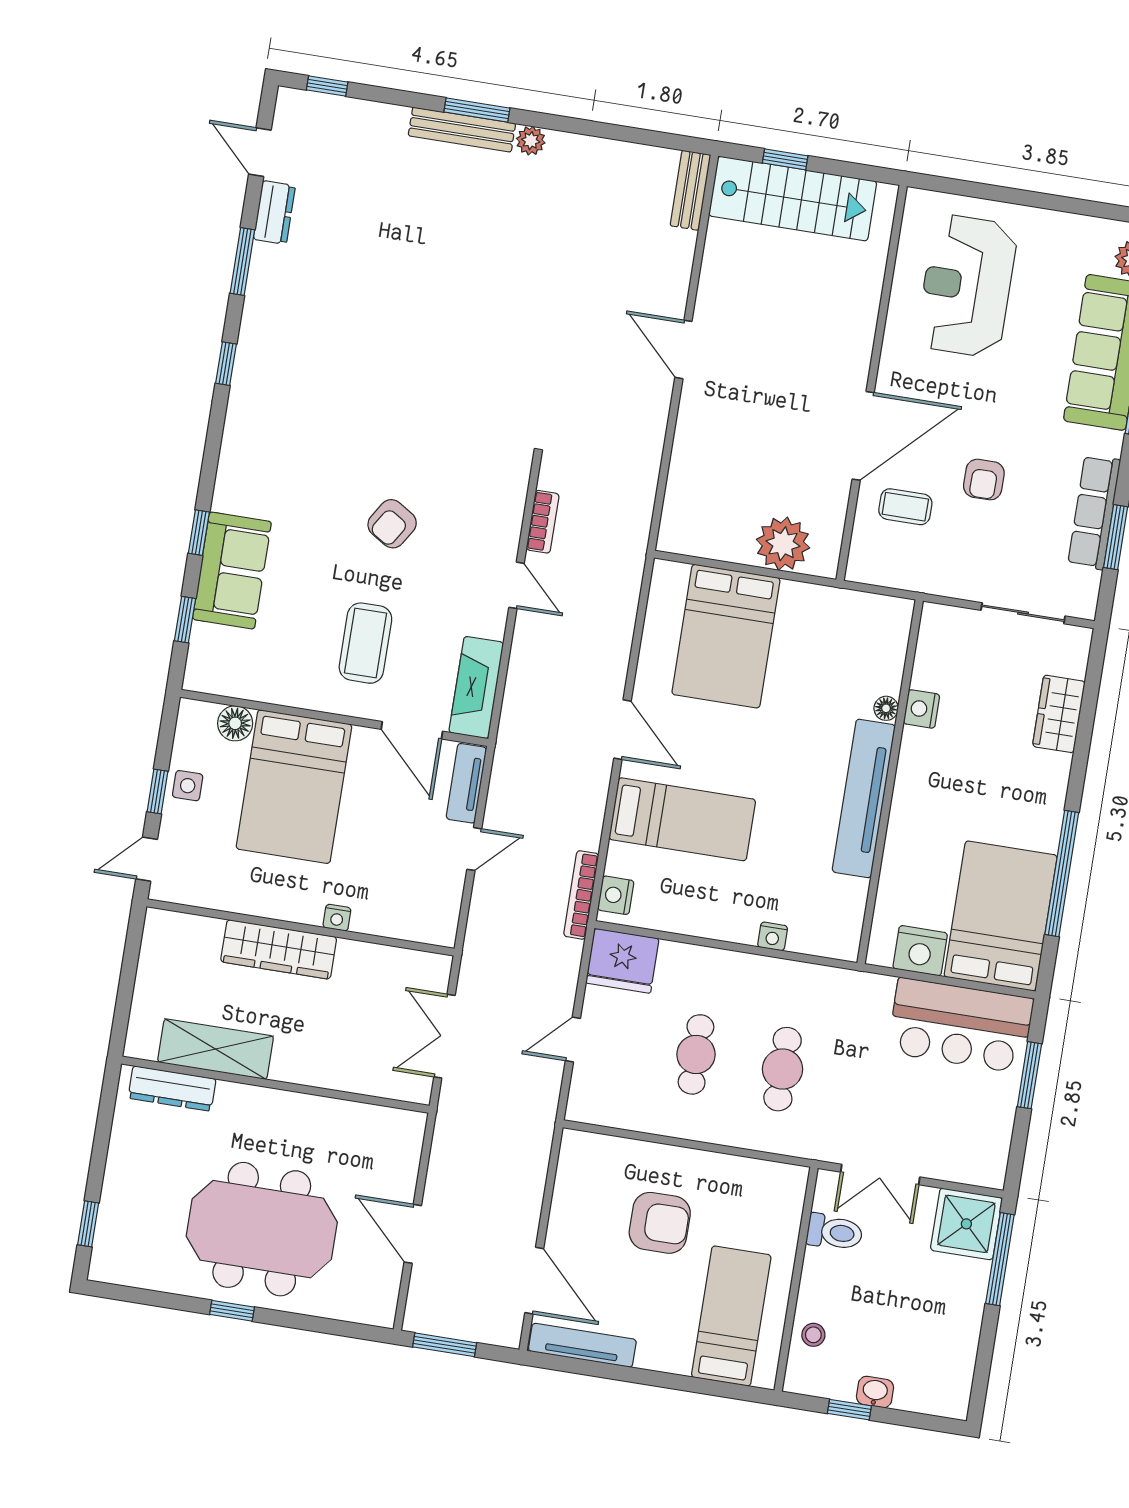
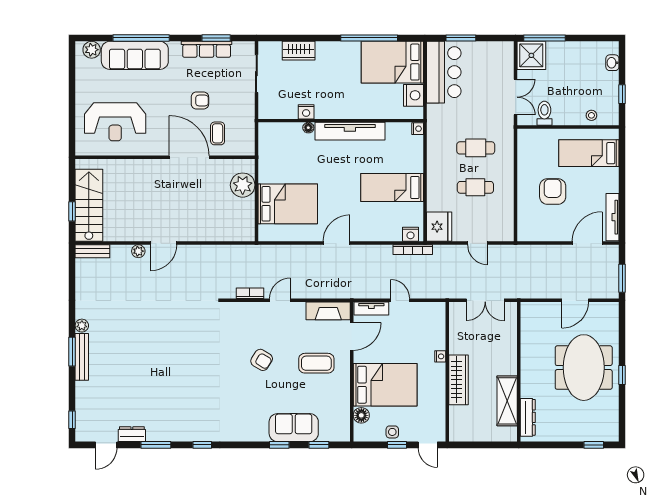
plant: (674, 291) -> (138, 251), added
bed: (682, 819) -> (392, 187), moved, turned -90
nightstand: (773, 936) -> (418, 129), moved
washbasin: (875, 1392) -> (612, 63), moved

